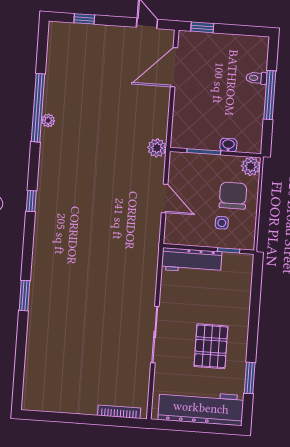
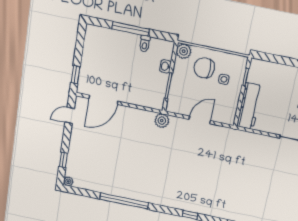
door: (174, 67) -> (103, 100), hinge flipped
toilet: (256, 78) -> (145, 44), moved
plant: (48, 120) -> (68, 181), moved

